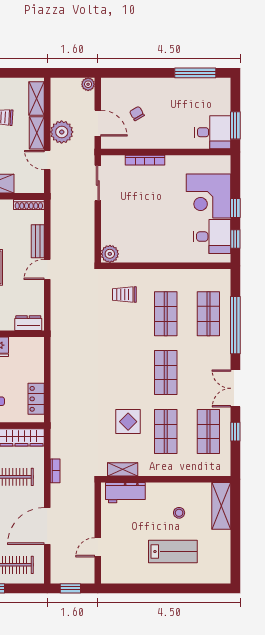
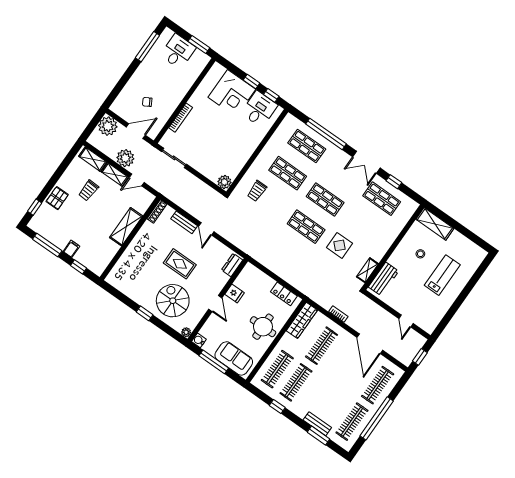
plant: (88, 84) -> (108, 126), width x1.88, depth x1.88
desk: (213, 132) -> (178, 51), moved
shop shelf: (166, 431) -> (306, 227), moved

